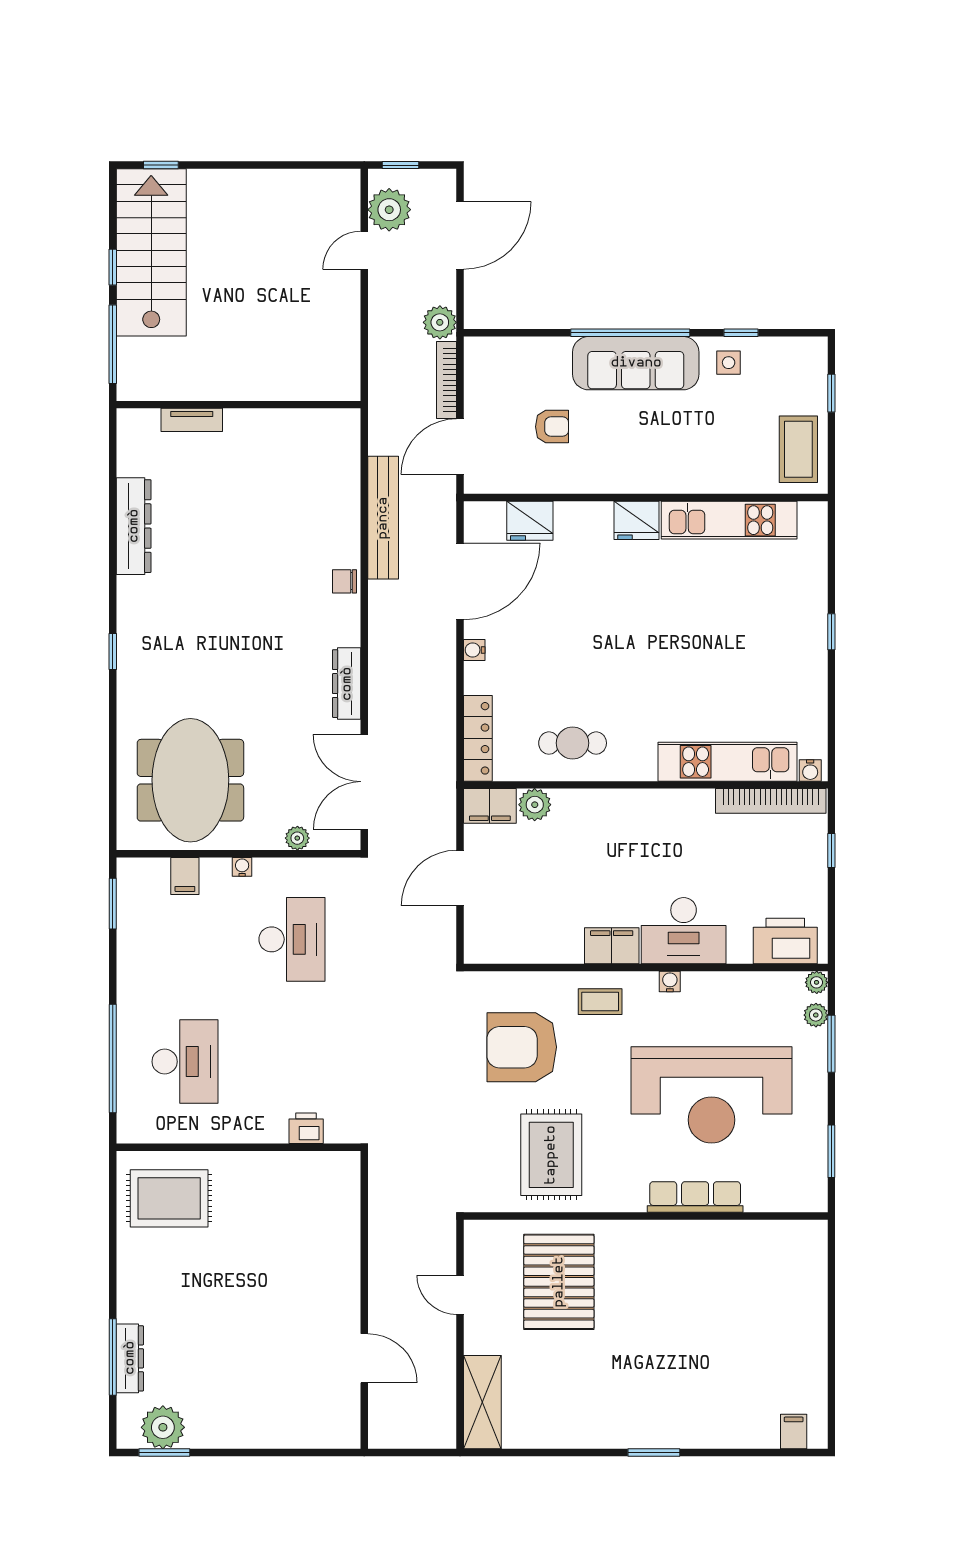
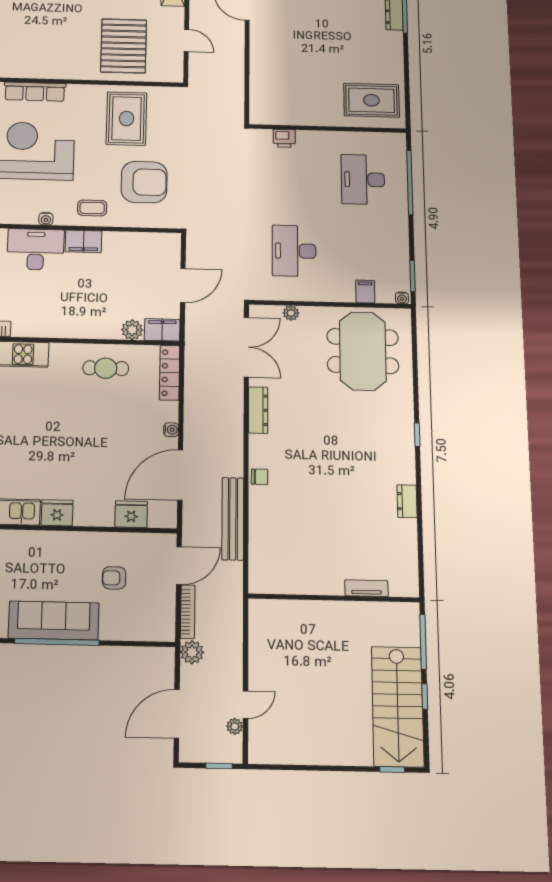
plant: (389, 210) -> (235, 726), width x0.53, depth x0.53
dresser: (134, 526) -> (407, 501), width x0.51, depth x0.80
water cooler: (242, 867) -> (402, 298), moved

